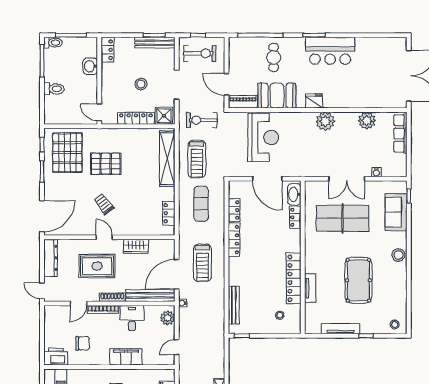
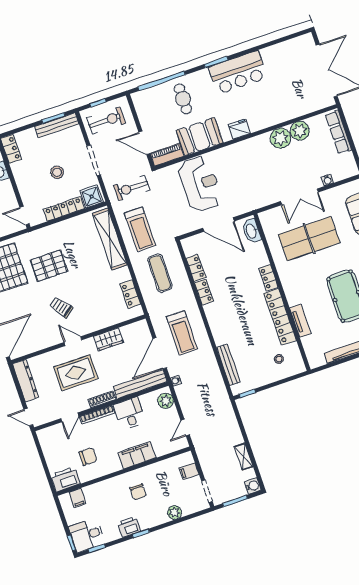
plant: (325, 121) -> (280, 138), moved
locker: (295, 217) -> (268, 278), moved
locker: (234, 240) -> (204, 292), width x0.66

